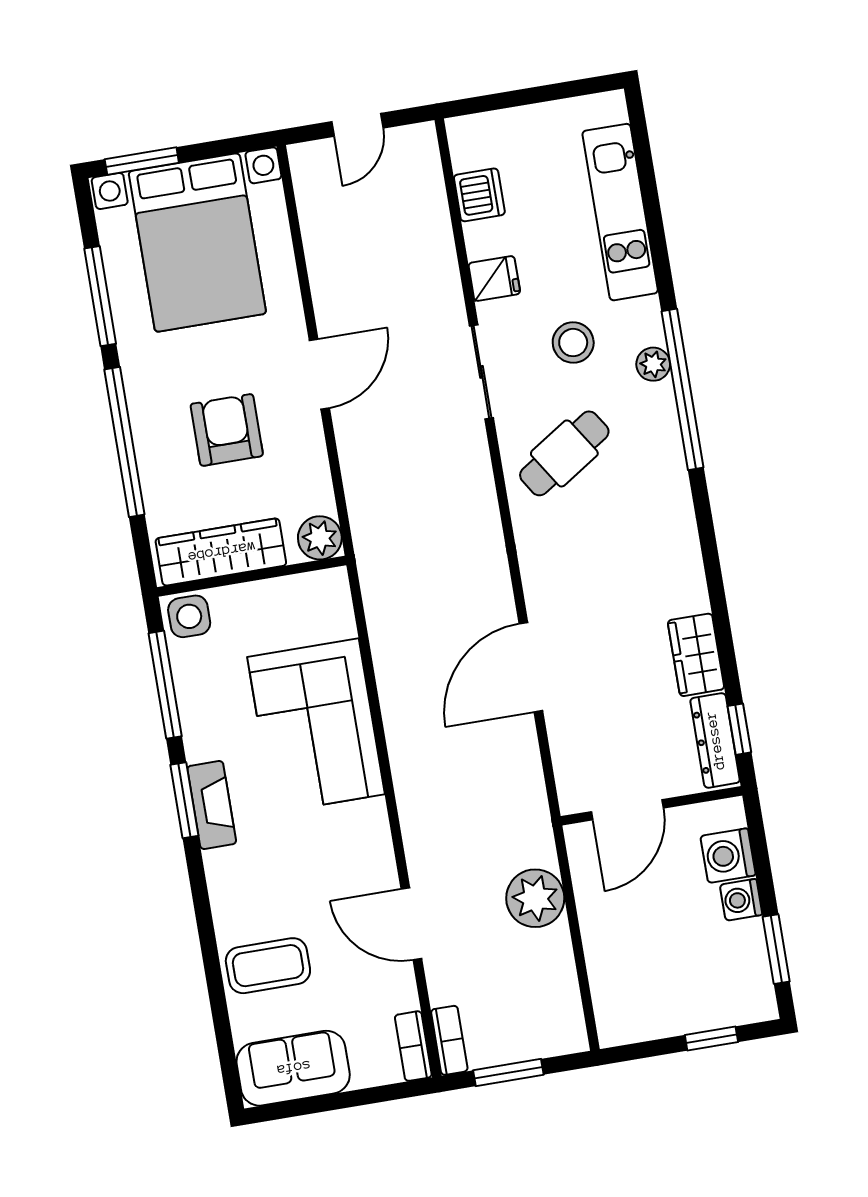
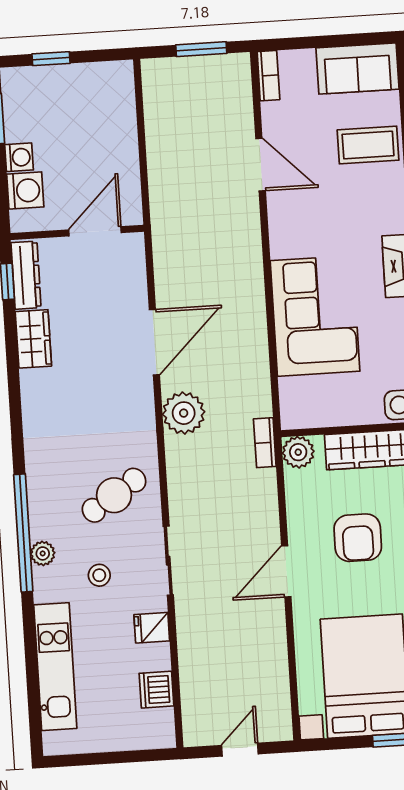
stool: (573, 343) -> (99, 575), width x0.73, depth x0.73
plant: (535, 898) -> (184, 413), moved
bookcase: (449, 1040) -> (265, 443), moved

